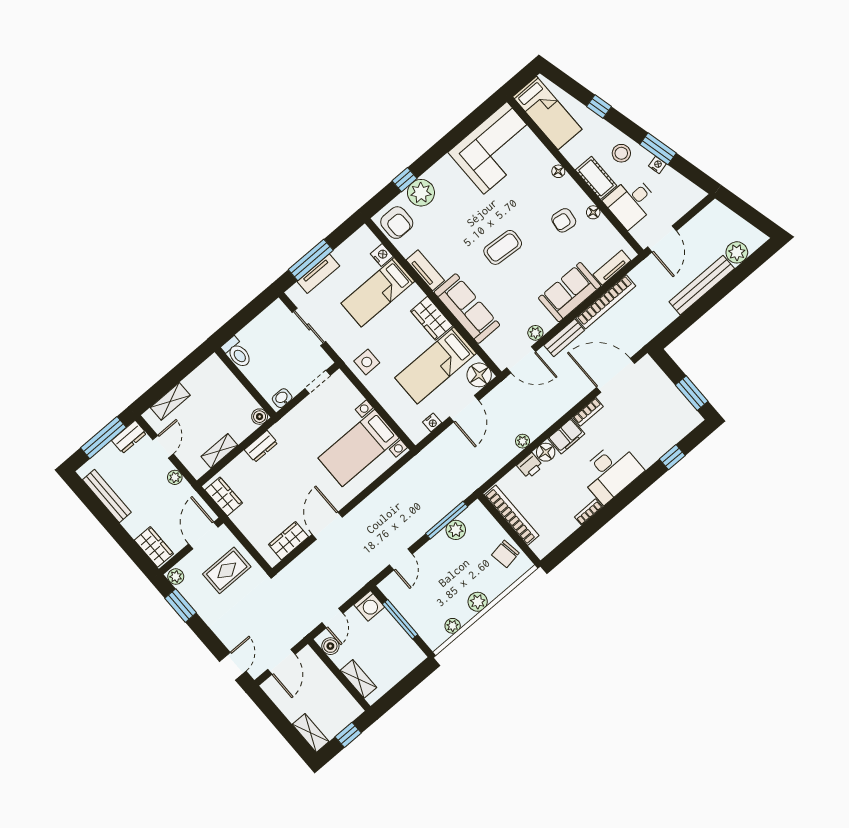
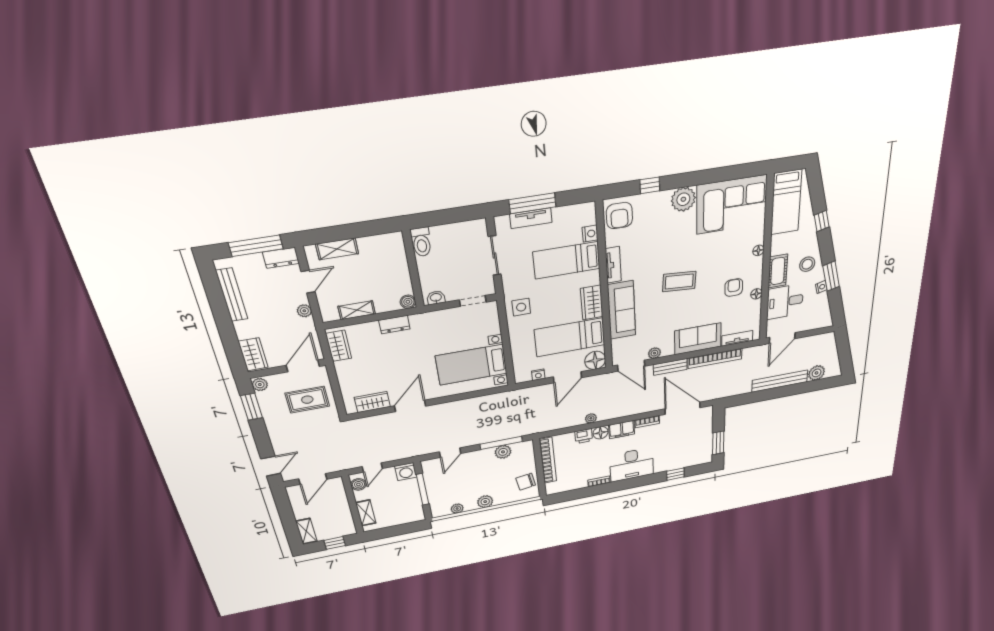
plant: (421, 193) -> (683, 199), moved
armchair: (564, 220) -> (734, 288), turned 82

